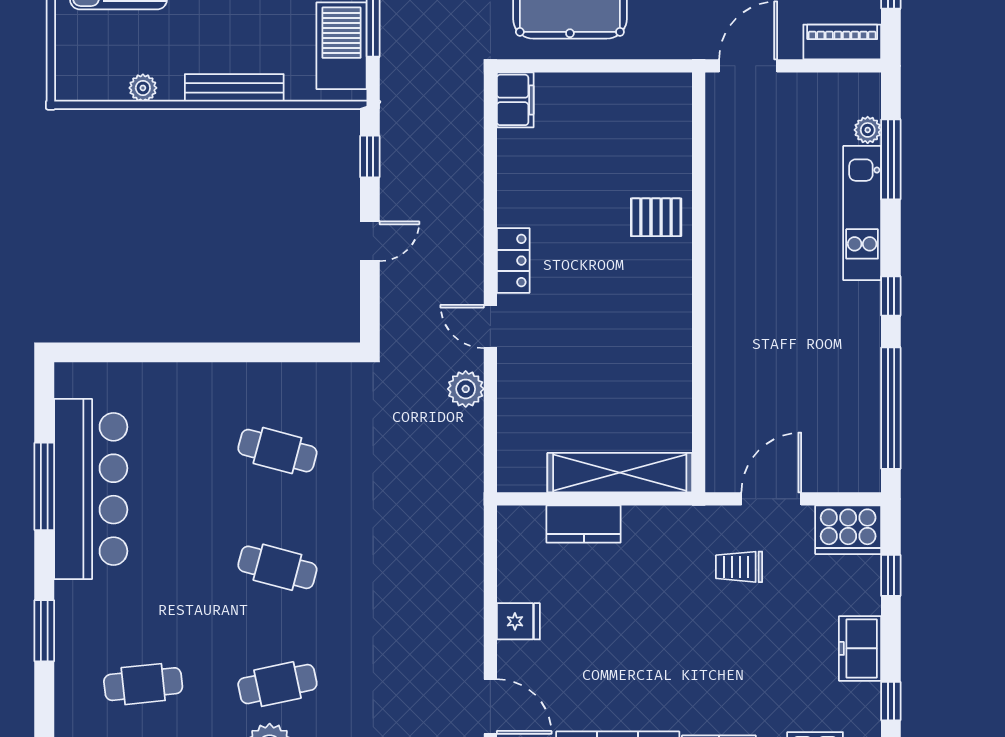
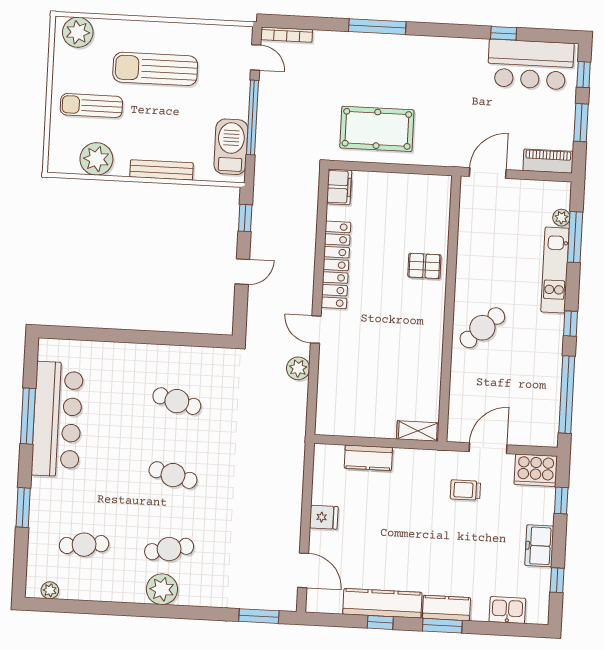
plant: (143, 88) -> (96, 159), width x1.88, depth x1.88
locker: (513, 261) -> (336, 265), width x2.16, depth x1.21
cafe table: (752, 310) -> (482, 328), added
shelving: (620, 473) -> (418, 431), width x0.45, depth x0.75

